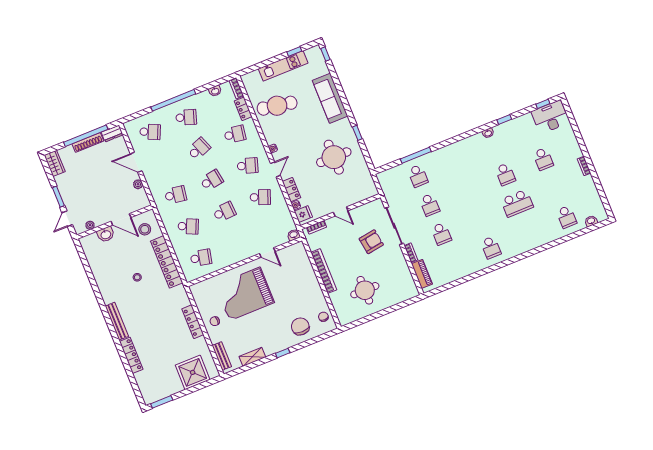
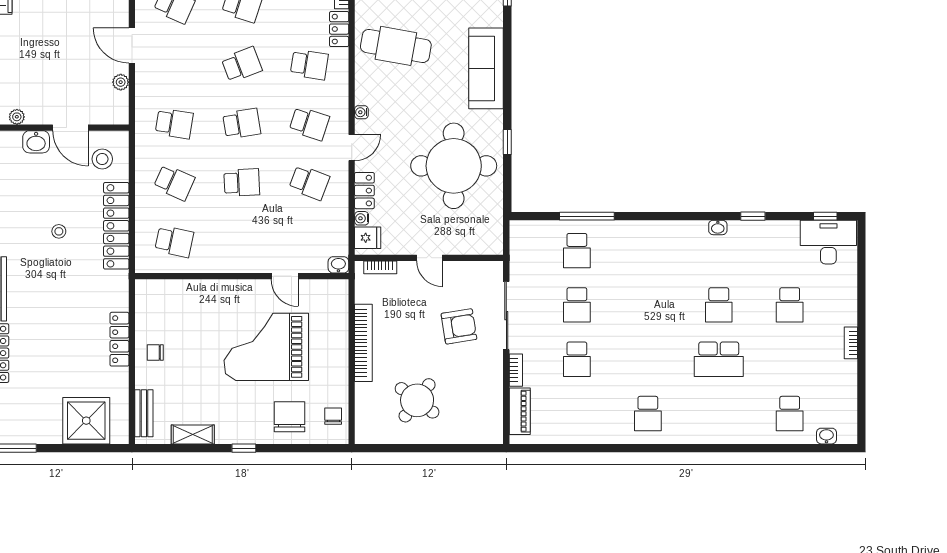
round table: (334, 157) -> (454, 166), width x1.36, depth x1.36
round table: (365, 290) -> (417, 400), turned 37
grand piano: (245, 294) -> (266, 347), moved

